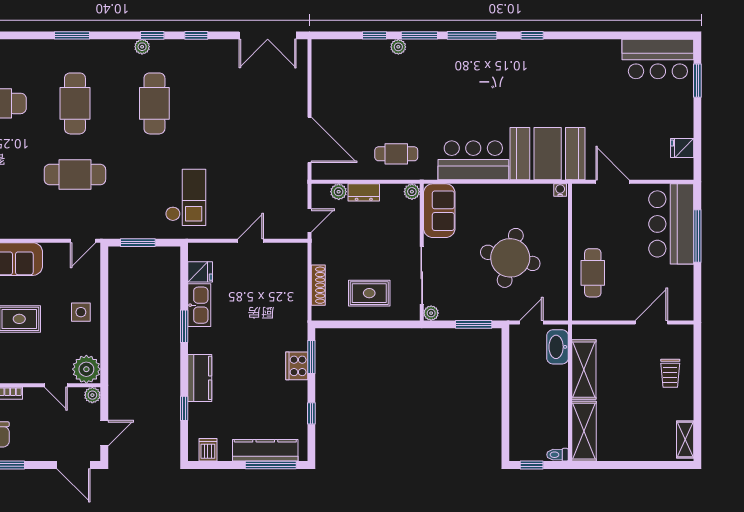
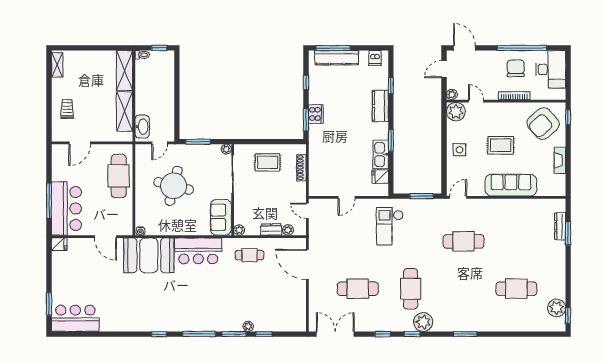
plant: (142, 47) -> (423, 322), width x1.88, depth x1.88
cafe table: (75, 103) -> (358, 289), moved, turned 90
fridge: (682, 148) -> (59, 244), moved
door: (310, 221) -> (307, 211), hinge flipped
cafe table: (593, 273) -> (119, 176), width x1.37, depth x1.35

